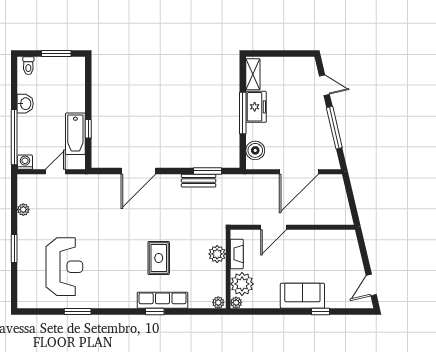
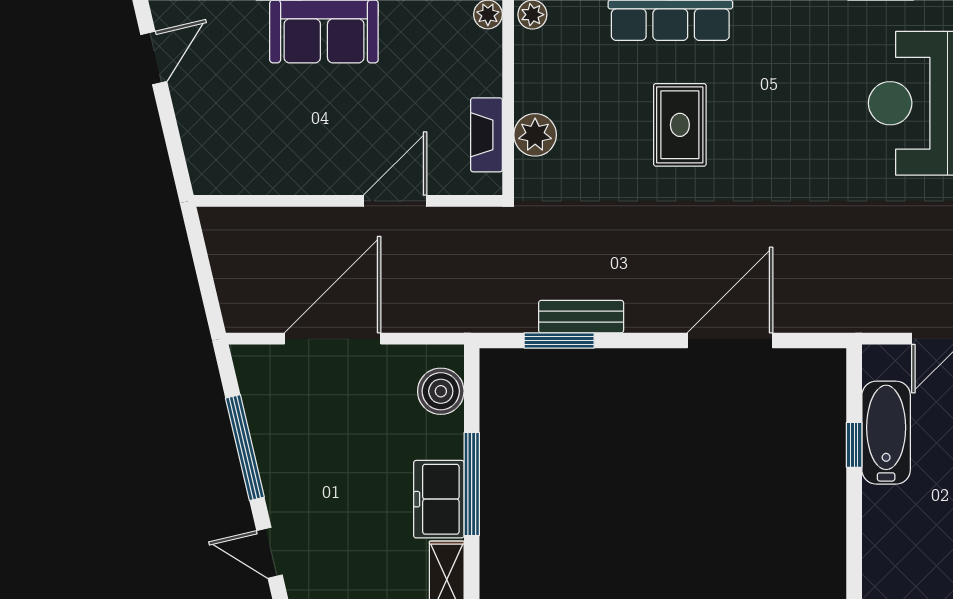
plant: (242, 284) -> (473, 61), removed

